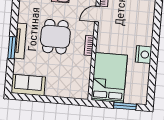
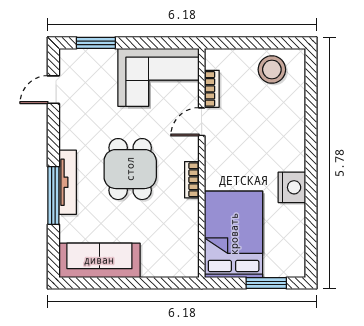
window: (12, 48) -> (53, 196), width x1.44
sofa: (28, 85) -> (99, 260), width x1.36

